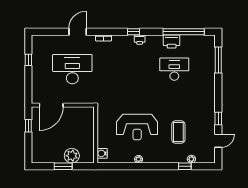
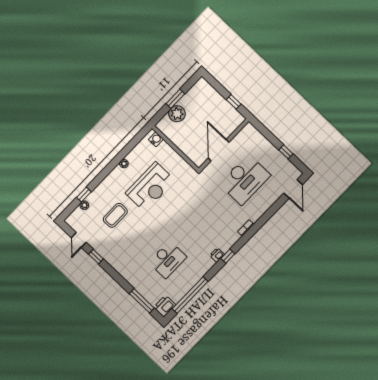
door: (78, 32) -> (293, 189), moved
printer: (172, 41) -> (165, 306), moved
door: (51, 105) -> (219, 150), moved
reception desk: (137, 127) -> (150, 187), turned 180
coffee table: (178, 132) -> (115, 215), turned 90

